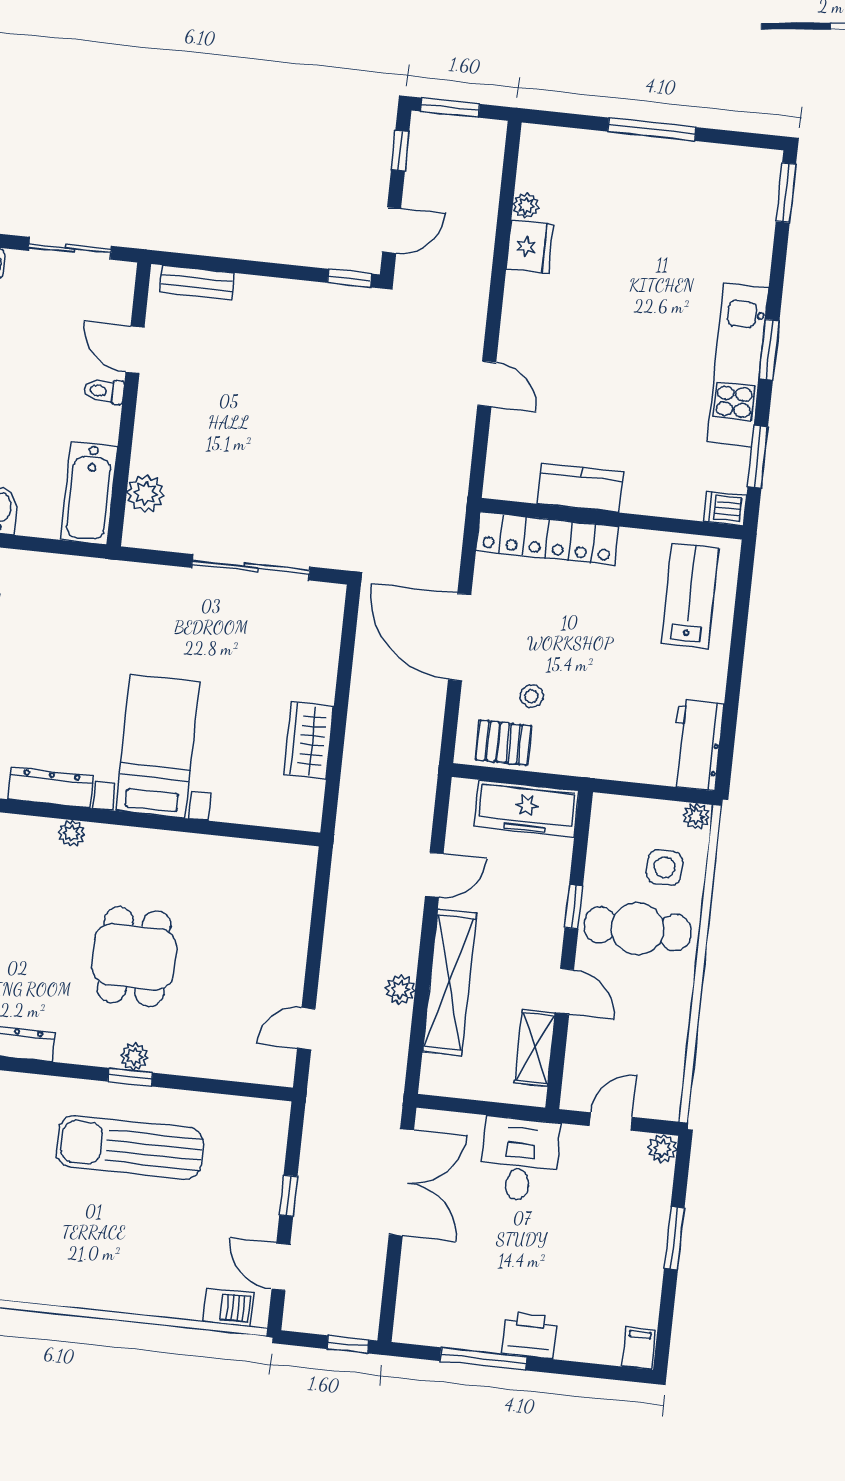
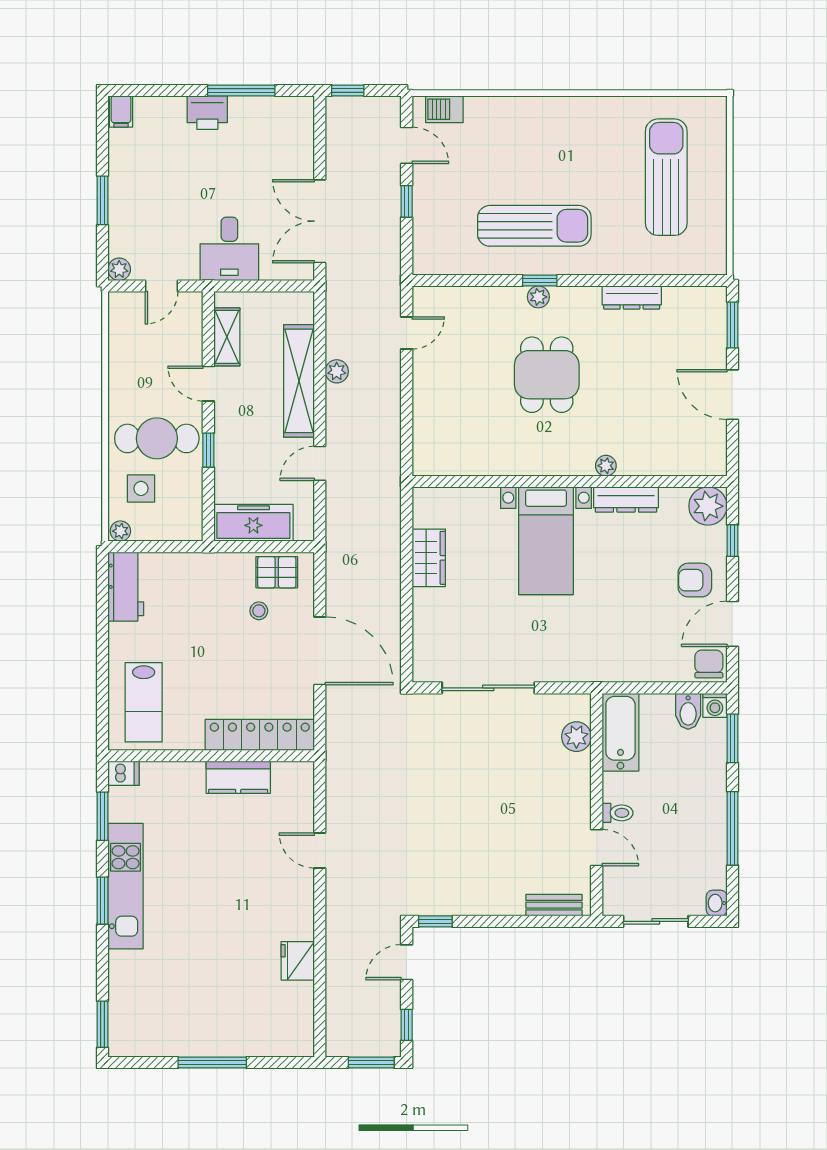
plant: (526, 206) -> (304, 993), removed

